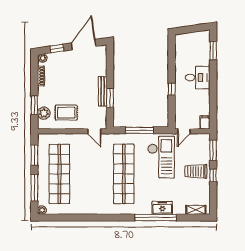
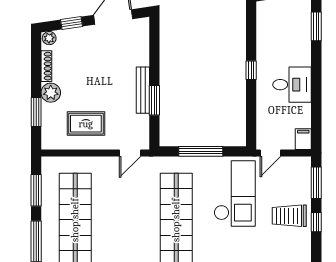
desk: (198, 78) -> (292, 85), moved
window: (172, 89) -> (251, 70), moved
plant: (44, 113) -> (51, 93), moved
door: (94, 131) -> (130, 153), hinge flipped

